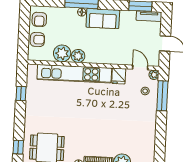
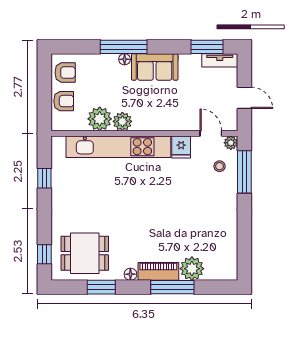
armchair: (39, 19) -> (65, 72), turned -90

